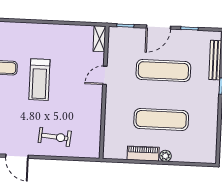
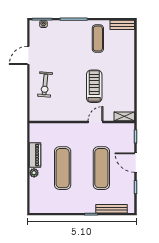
door: (105, 75) -> (95, 122), hinge flipped
treadmill: (39, 80) -> (94, 86), moved, turned 90

